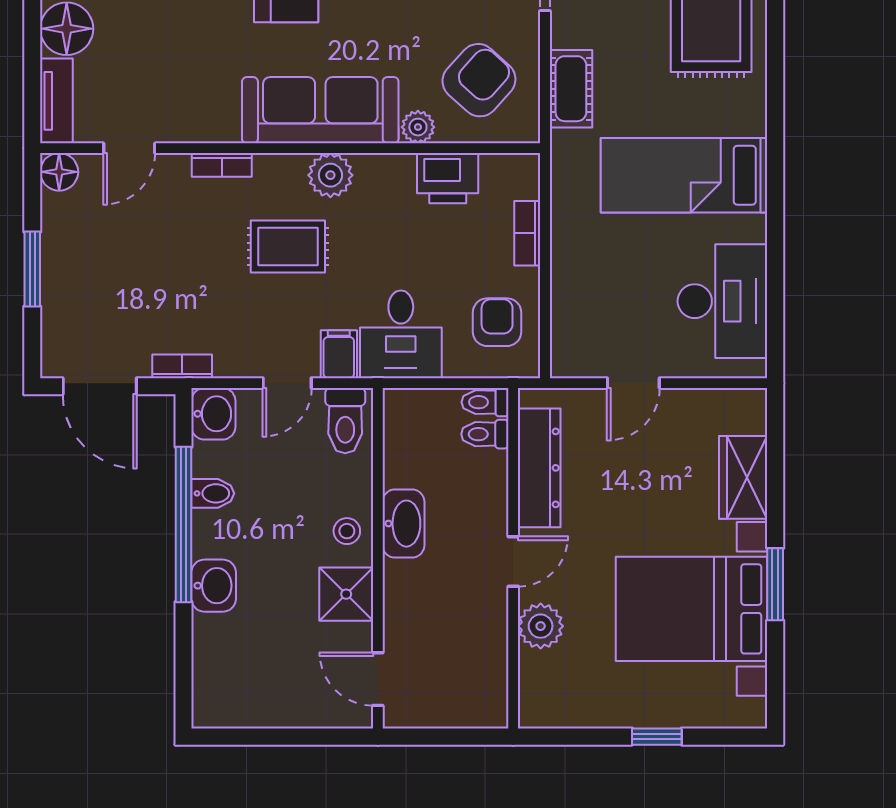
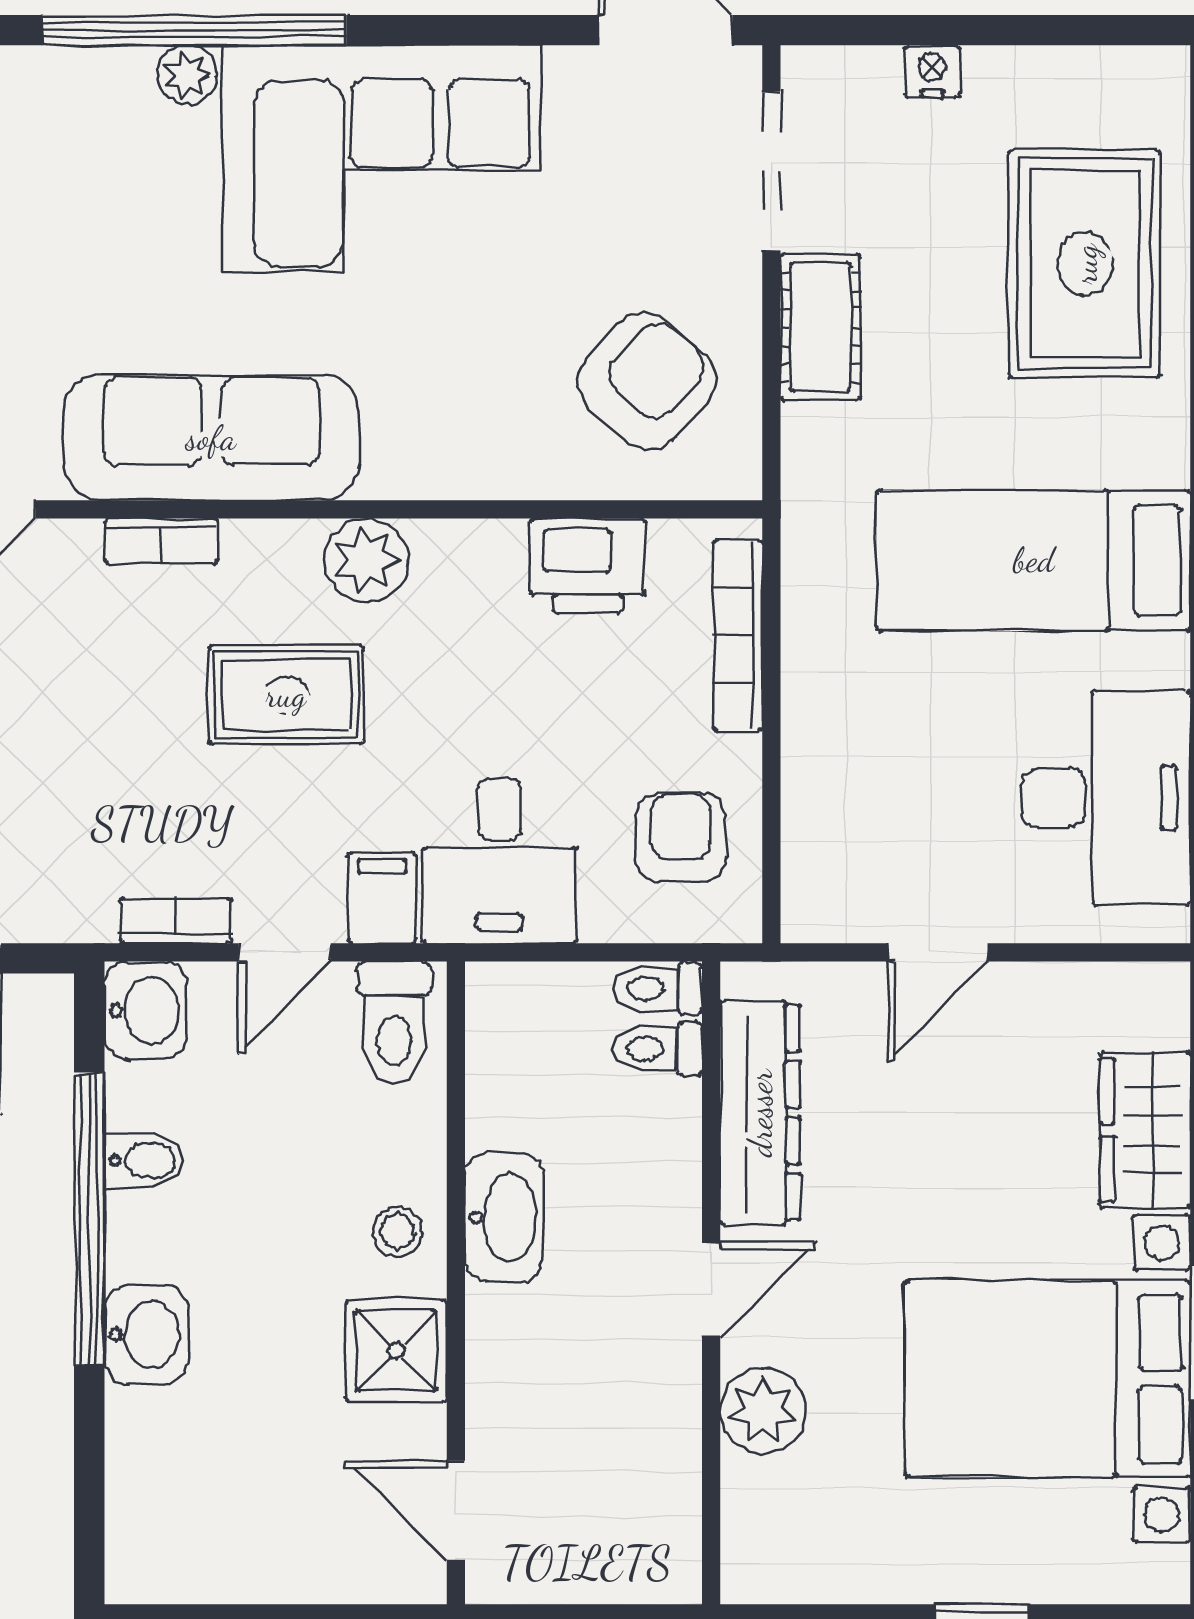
cot: (571, 89) -> (820, 327), moved
sofa: (320, 110) -> (211, 438), moved
plant: (418, 127) -> (532, 469), removed
bookcase: (527, 233) -> (738, 636), width x1.56
bookcase: (182, 366) -> (176, 921), moved

